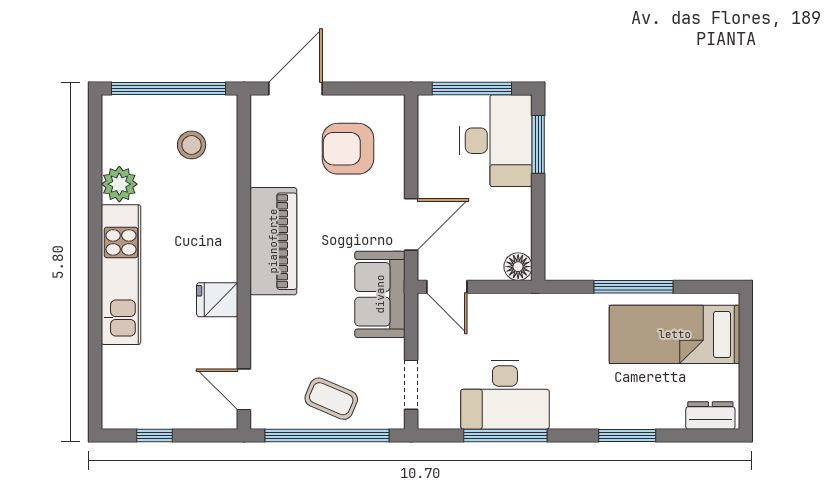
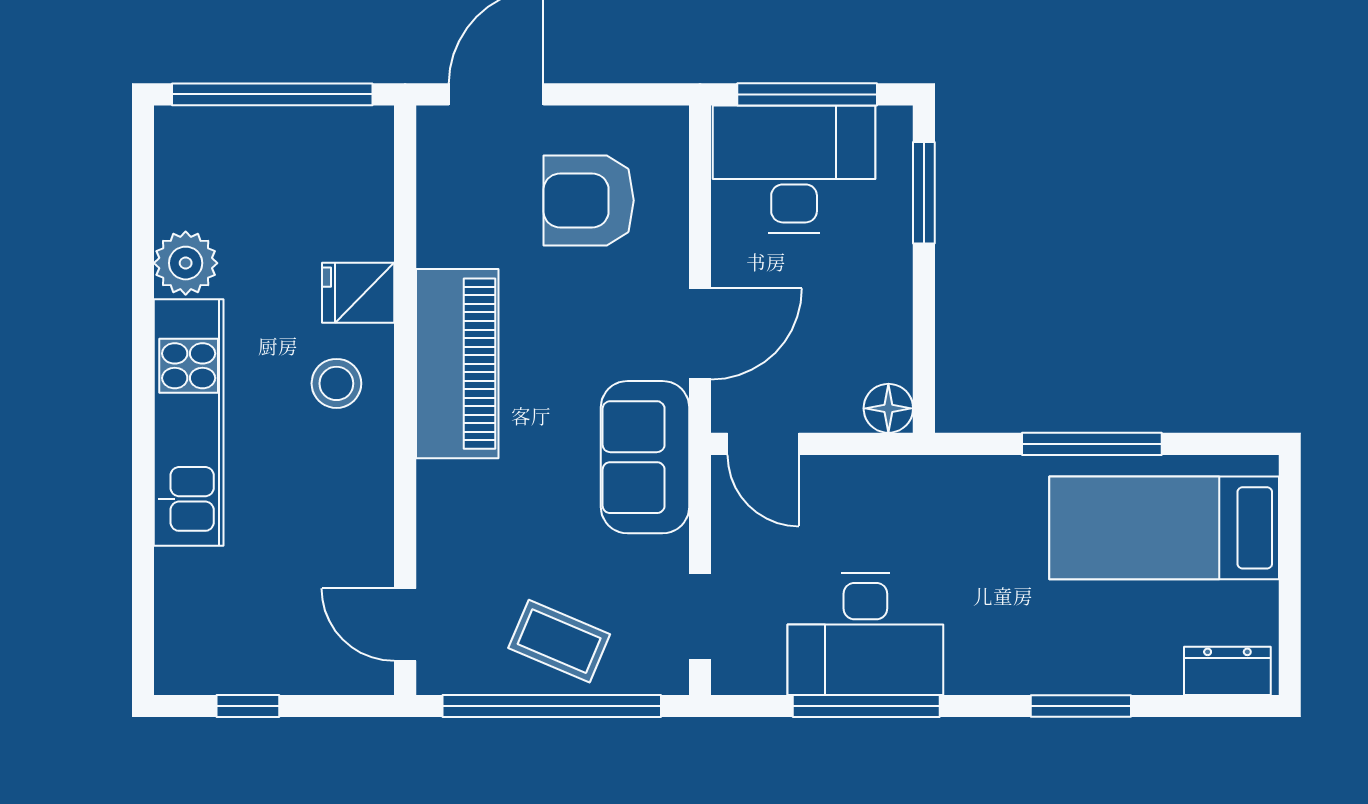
desk: (496, 141) -> (794, 169), moved, turned -90
stool: (192, 145) -> (336, 383), moved
fridge: (217, 300) -> (358, 293), moved

